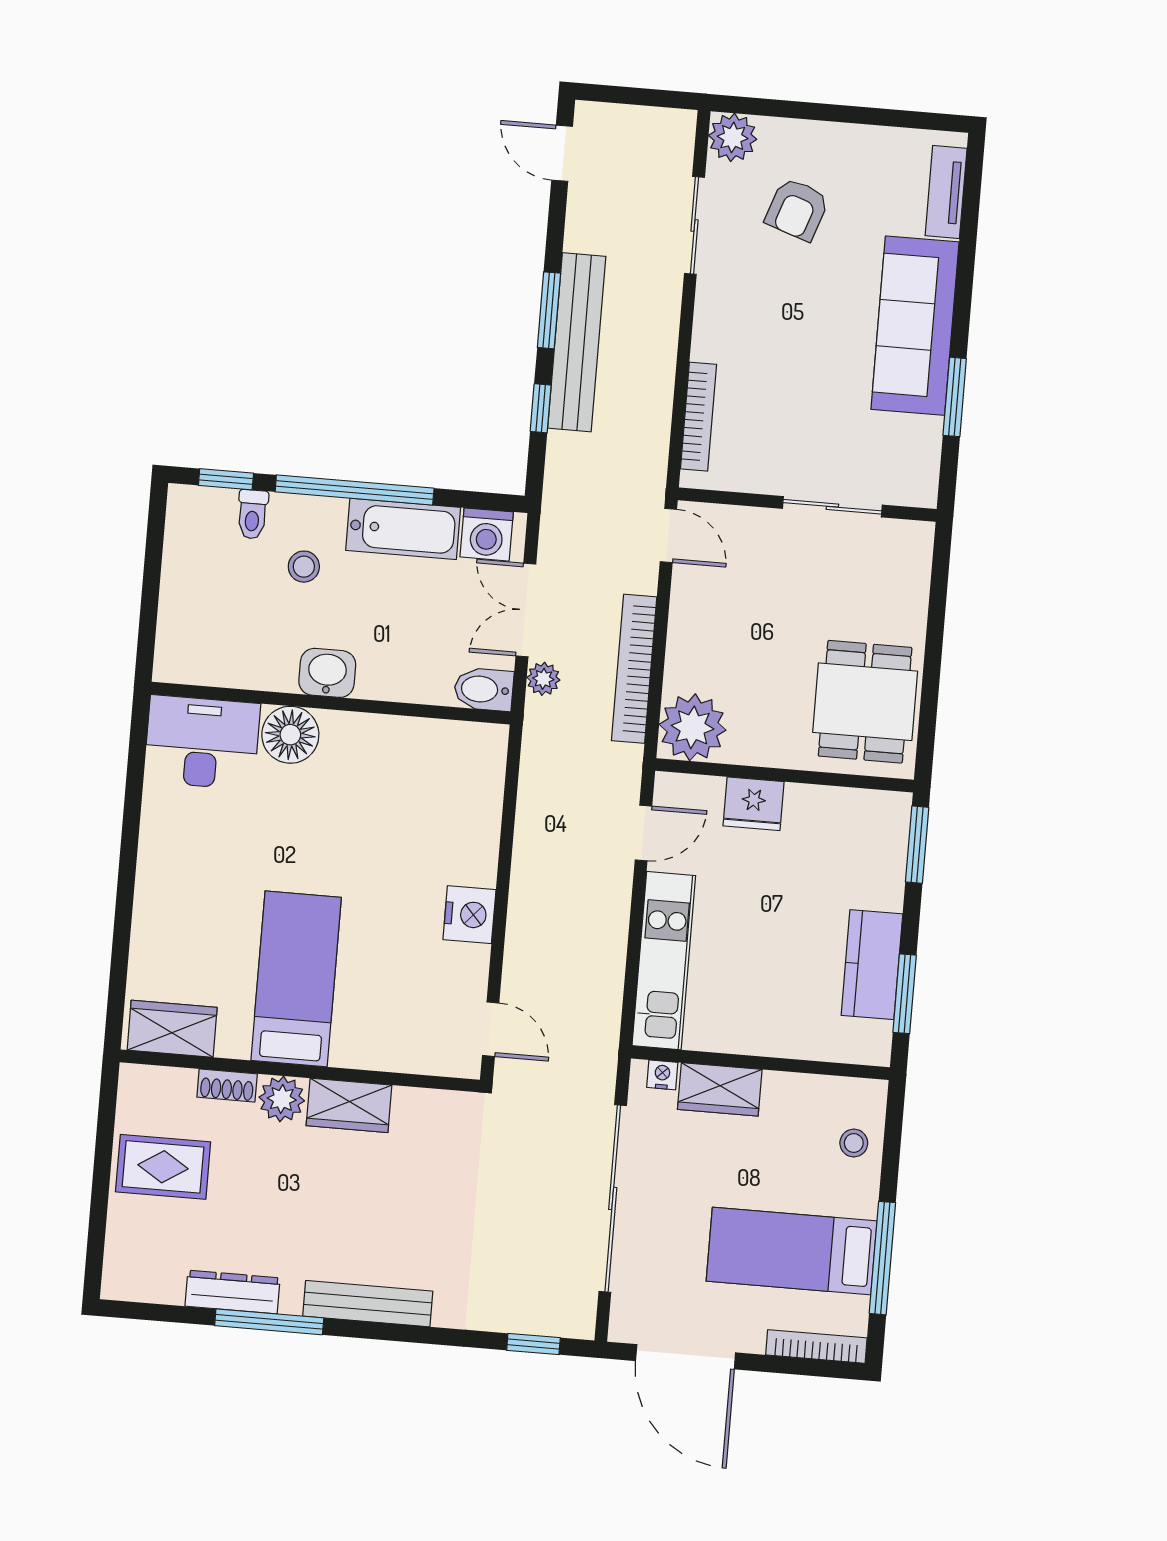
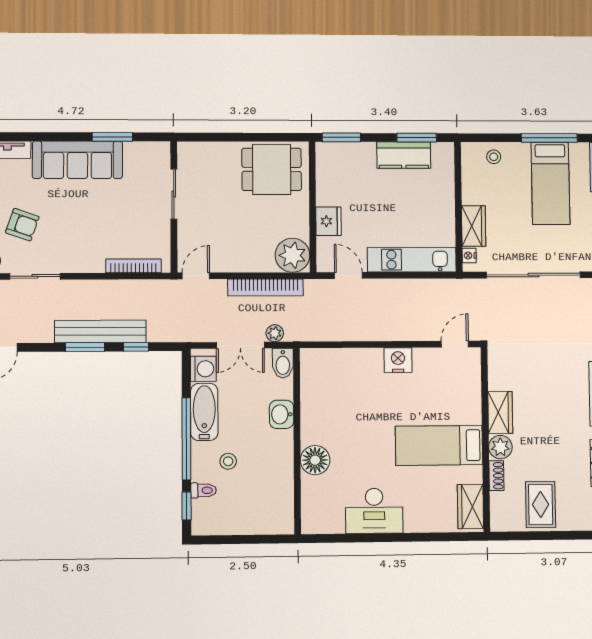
washbasin: (327, 673) -> (282, 414), moved
desk: (202, 742) -> (374, 511), moved, turned -90

